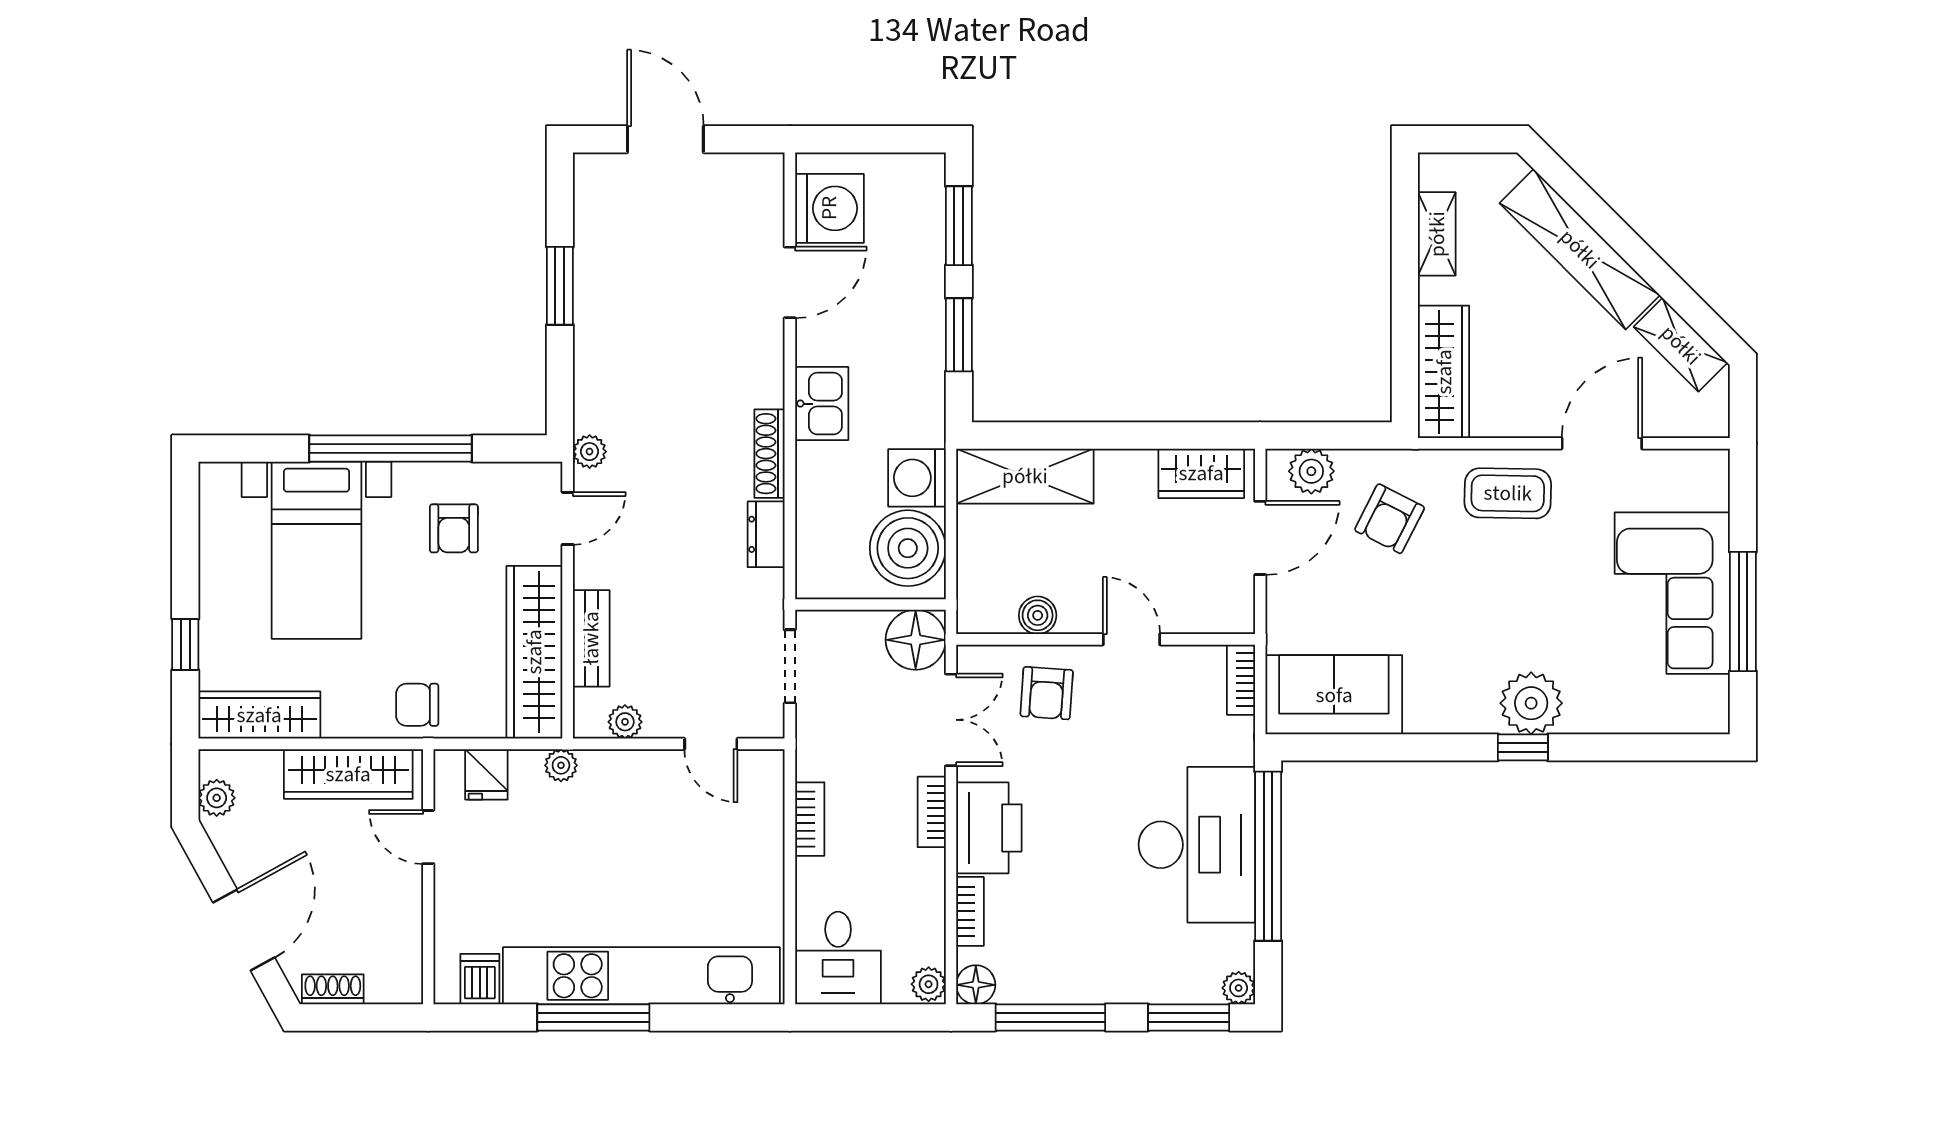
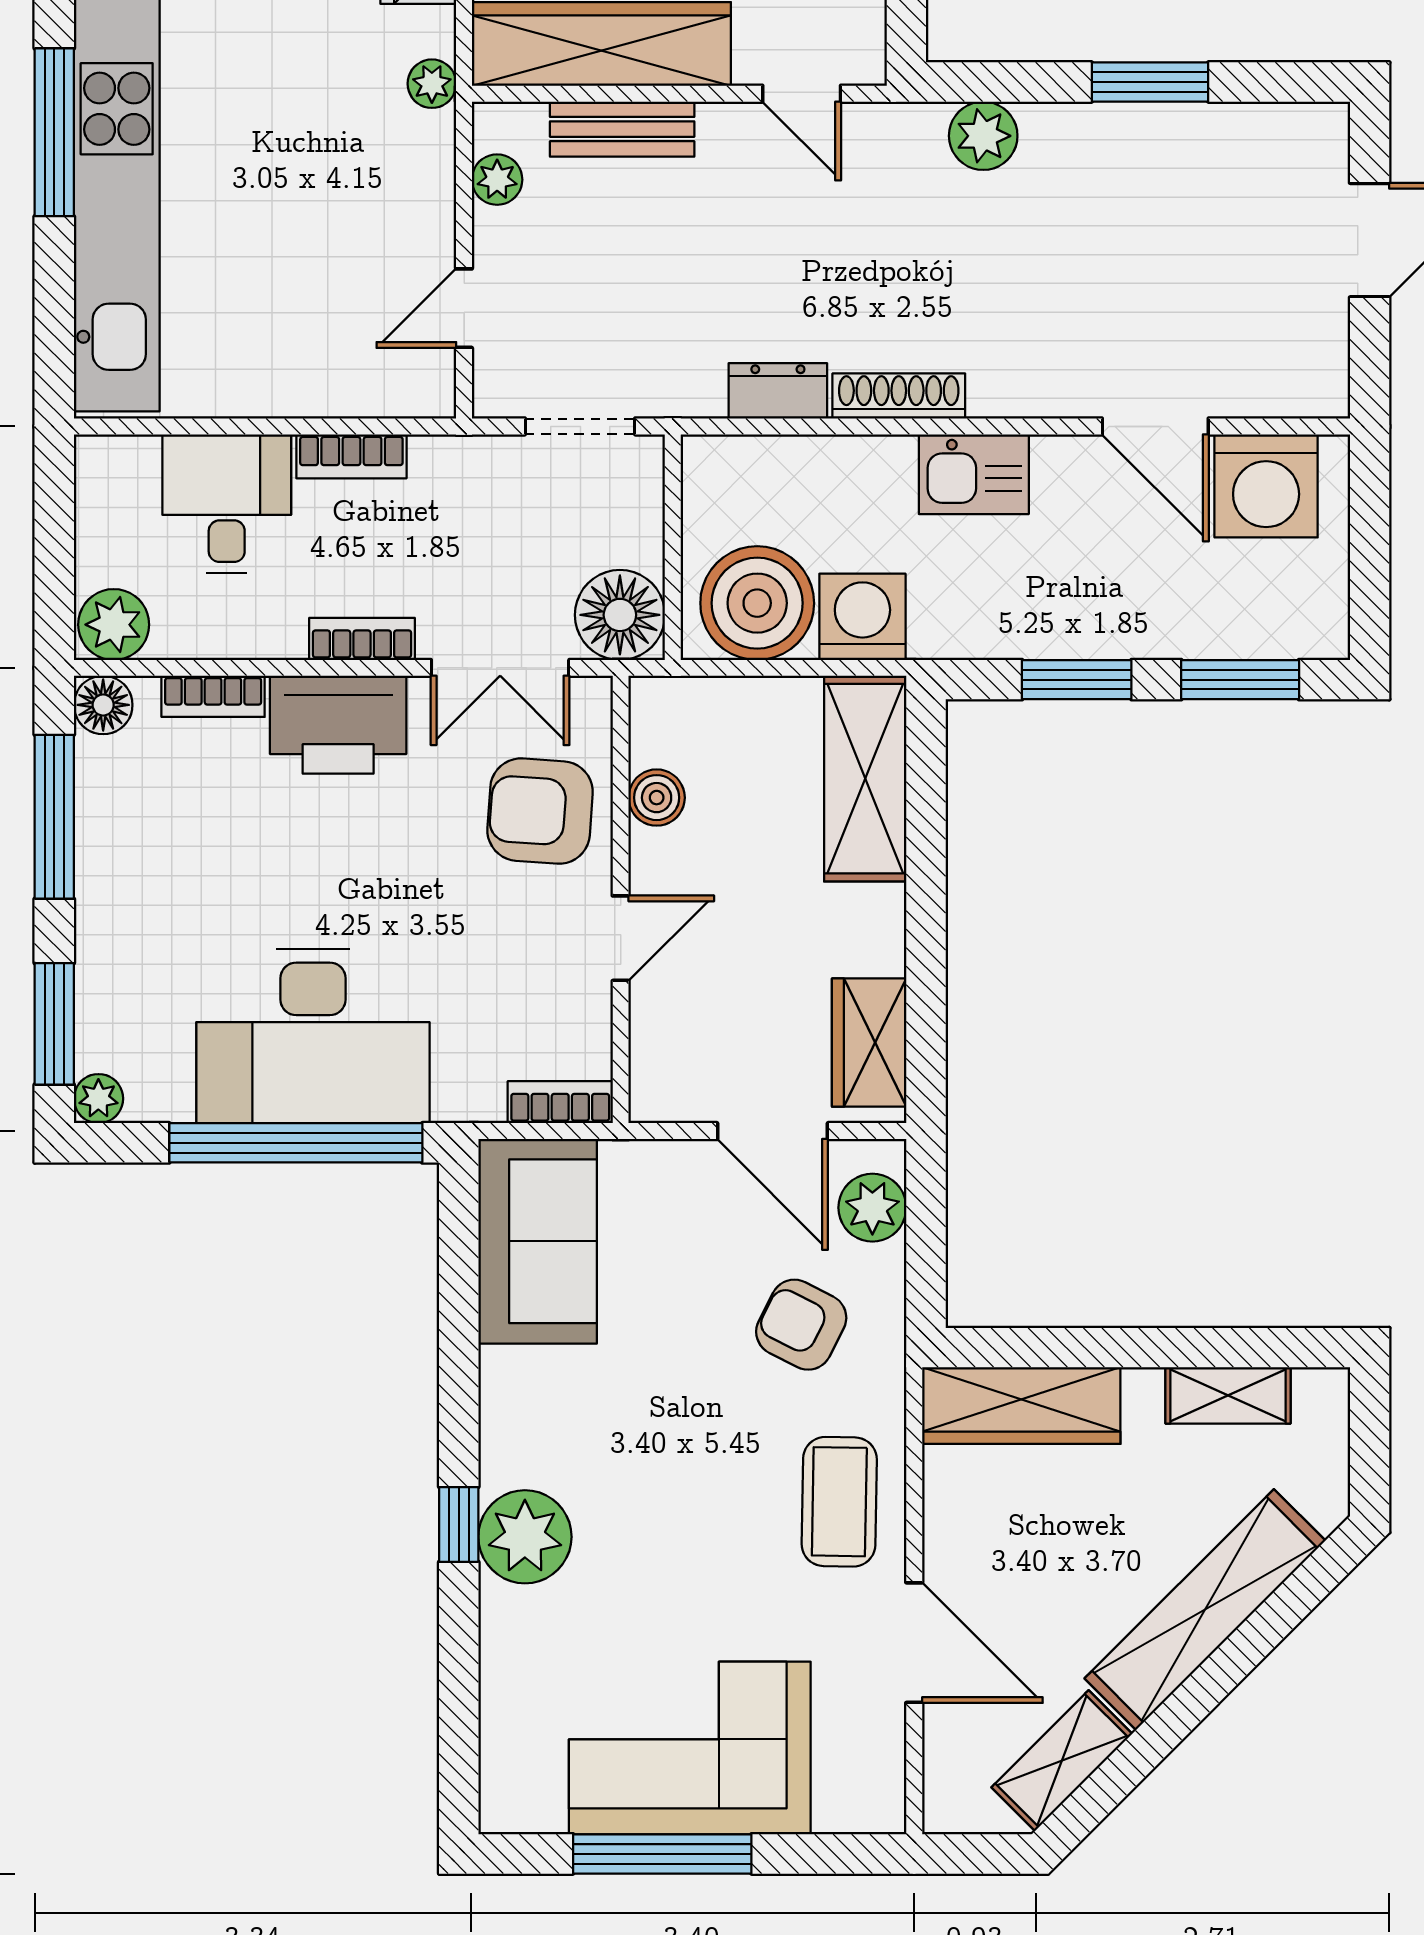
plant: (590, 452) -> (983, 136), moved, width x1.38, depth x1.38
armchair: (1047, 693) -> (540, 811), width x1.38, depth x1.38
desk: (838, 958) -> (227, 504), moved, turned 90
plant: (929, 984) -> (114, 625), width x1.38, depth x1.38

